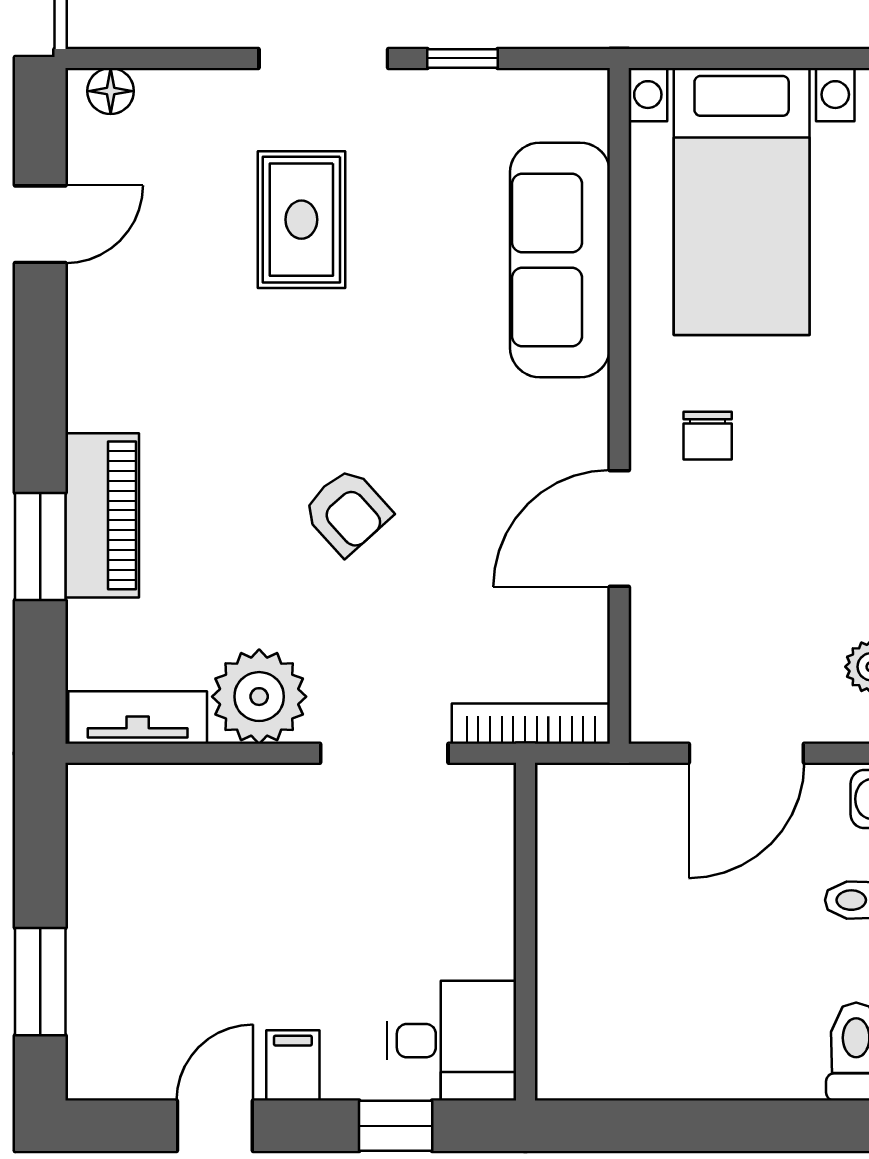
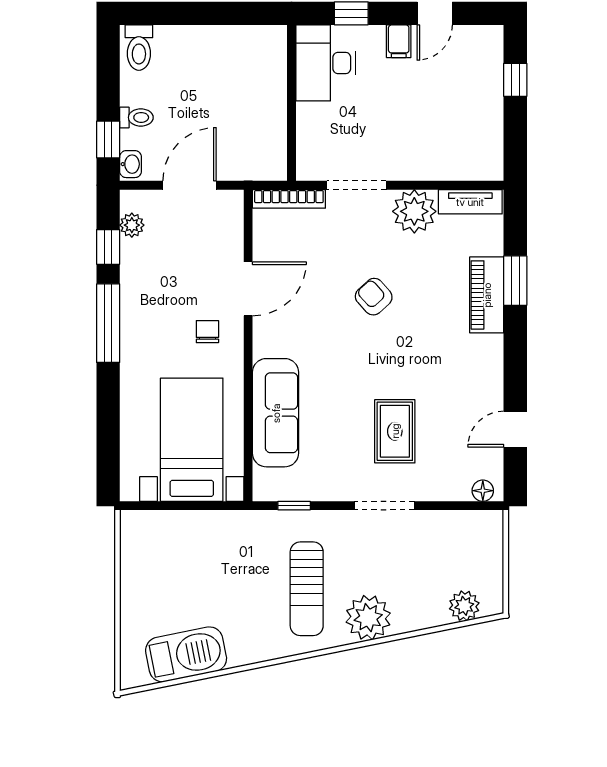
window: (463, 58) -> (294, 506), moved
window: (40, 982) -> (515, 80), width x0.67
desk: (451, 1041) -> (326, 63), width x1.37

